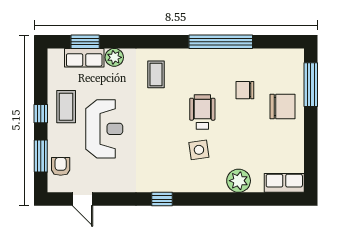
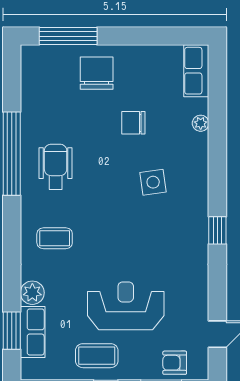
chair: (245, 90) -> (133, 123), moved, turned 90
wheelchair: (202, 112) -> (56, 167), moved, turned 90
plant: (239, 181) -> (201, 123), width x0.53, depth x0.53

